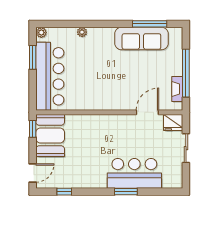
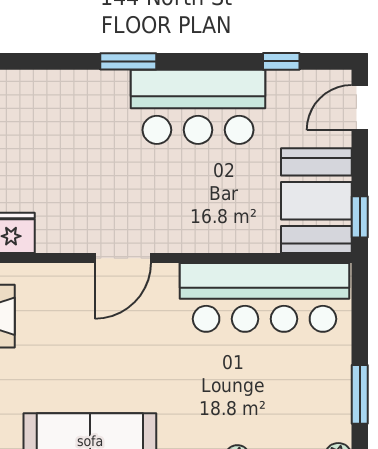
bar counter: (50, 76) -> (264, 297), moved, turned -90
door: (147, 112) -> (123, 258), moved
bar counter: (134, 173) -> (198, 107), moved

